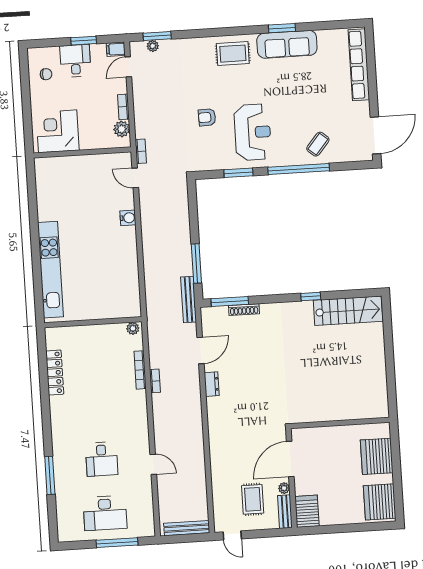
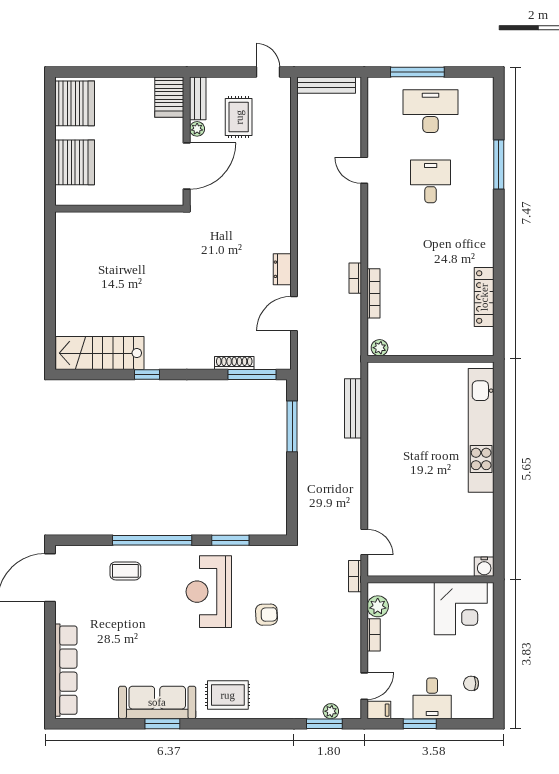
coffee table: (318, 144) -> (125, 571), turned 50
water cooler: (128, 218) -> (484, 567), moved, turned -90
bench: (188, 299) -> (353, 408), moved

